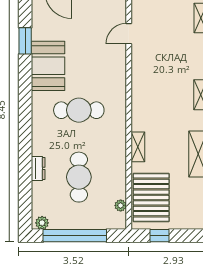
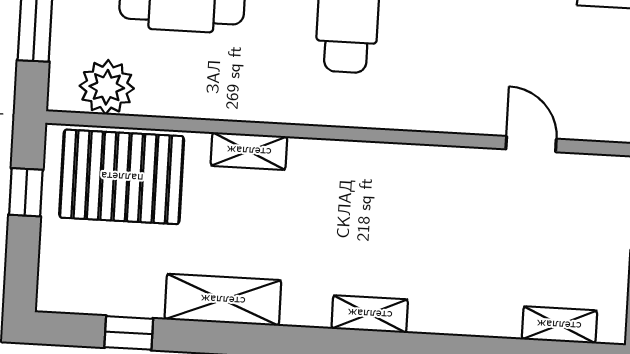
plant: (121, 205) -> (107, 87), width x1.88, depth x1.88

